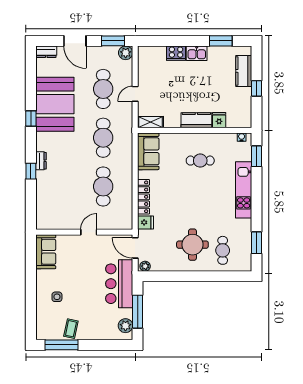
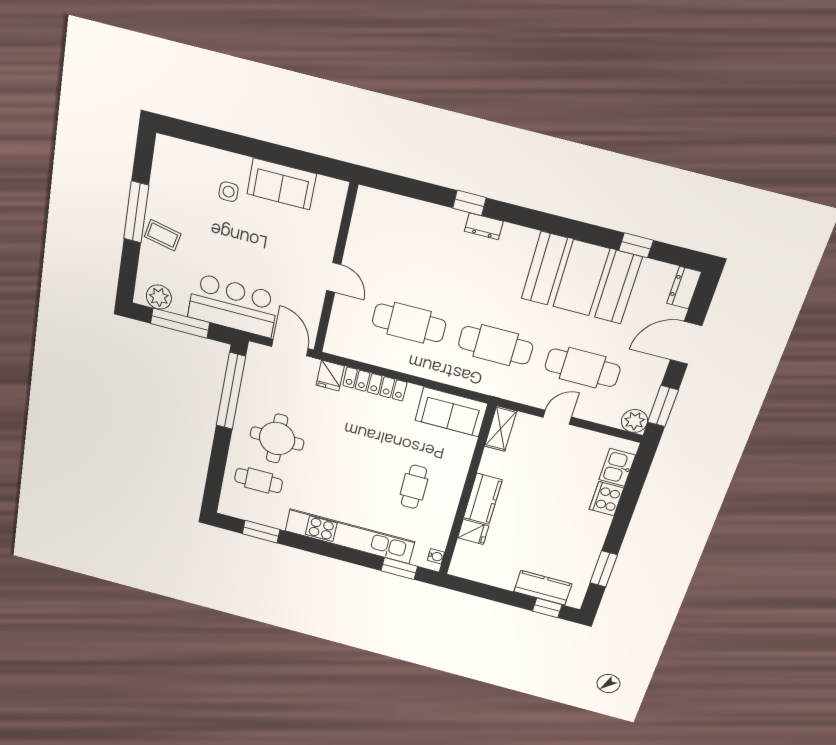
kitchen sink: (197, 53) -> (617, 467), moved
window: (256, 88) -> (547, 608), moved
door: (135, 94) -> (557, 417), hinge flipped
window: (31, 118) -> (636, 245), moved
kitchen unit: (244, 190) -> (350, 536), width x1.36
door: (135, 248) -> (290, 348), hinge flipped
sofa: (46, 252) -> (282, 184), moved
plant: (145, 266) -> (255, 356), removed
window: (171, 276) -> (231, 391), added
coffee table: (71, 329) -> (163, 235), moved
window: (61, 345) -> (136, 212), moved

